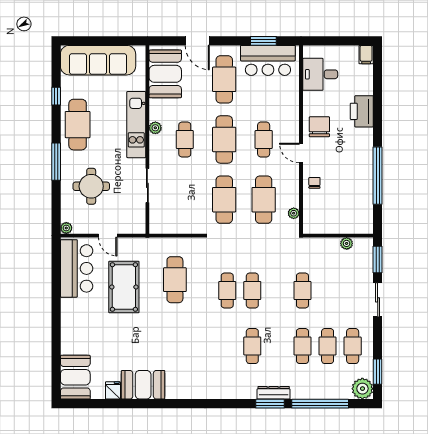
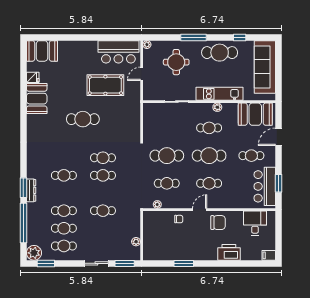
cafe table: (224, 79) -> (251, 156), width x0.73, depth x0.74
window: (378, 176) -> (184, 263), width x0.47
cafe table: (264, 200) -> (167, 183), width x0.73, depth x0.74
cafe table: (175, 280) -> (83, 119), moved

